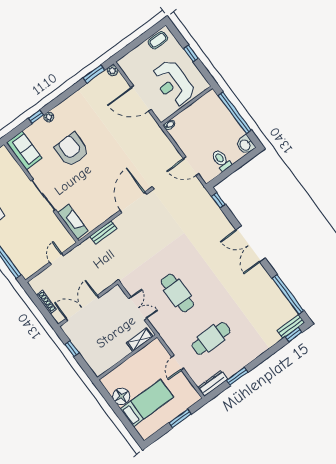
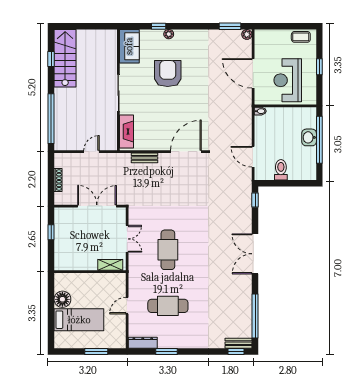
washbasin: (245, 145) -> (309, 137), moved
double door: (82, 308) -> (97, 206), moved

